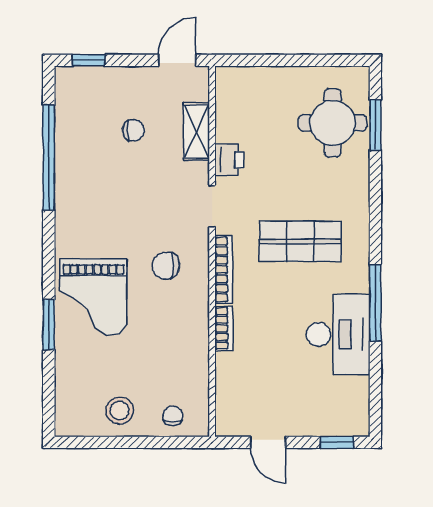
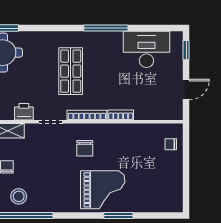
desk: (338, 334) -> (146, 49), moved
stool: (120, 410) -> (19, 196), moved

